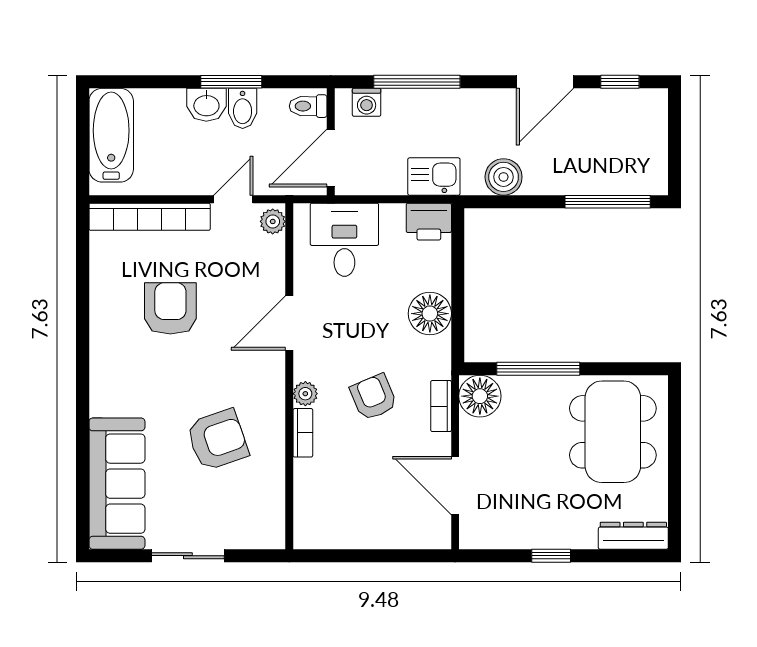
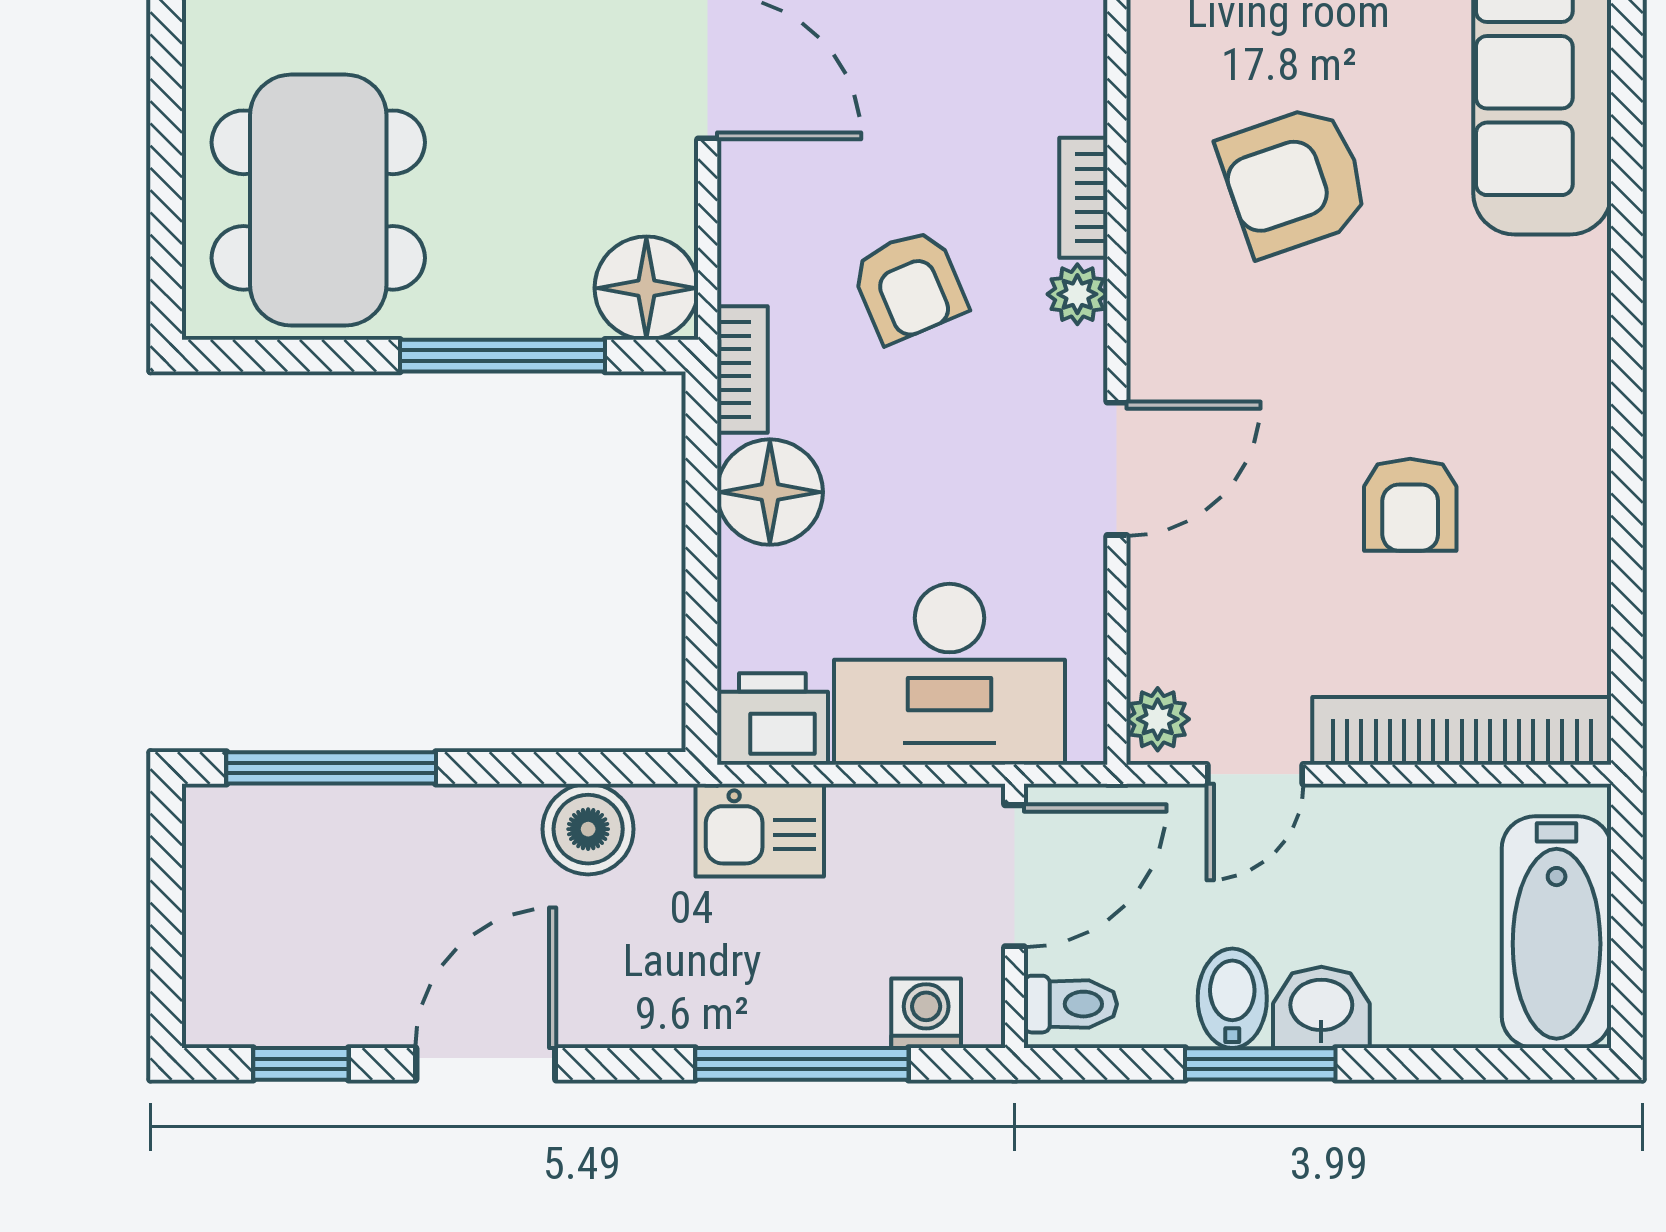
desk: (344, 240) -> (949, 674), width x1.37
armchair: (170, 308) -> (1410, 505), width x0.72, depth x0.72
bookcase: (441, 406) -> (742, 370), moved

